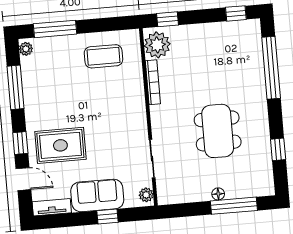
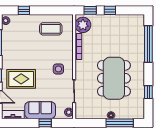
window: (236, 13) -> (110, 10), moved
window: (55, 29) -> (24, 10), width x0.46
side table: (122, 123) -> (58, 69), added
dining table: (218, 131) -> (114, 78), width x1.36, depth x1.24

